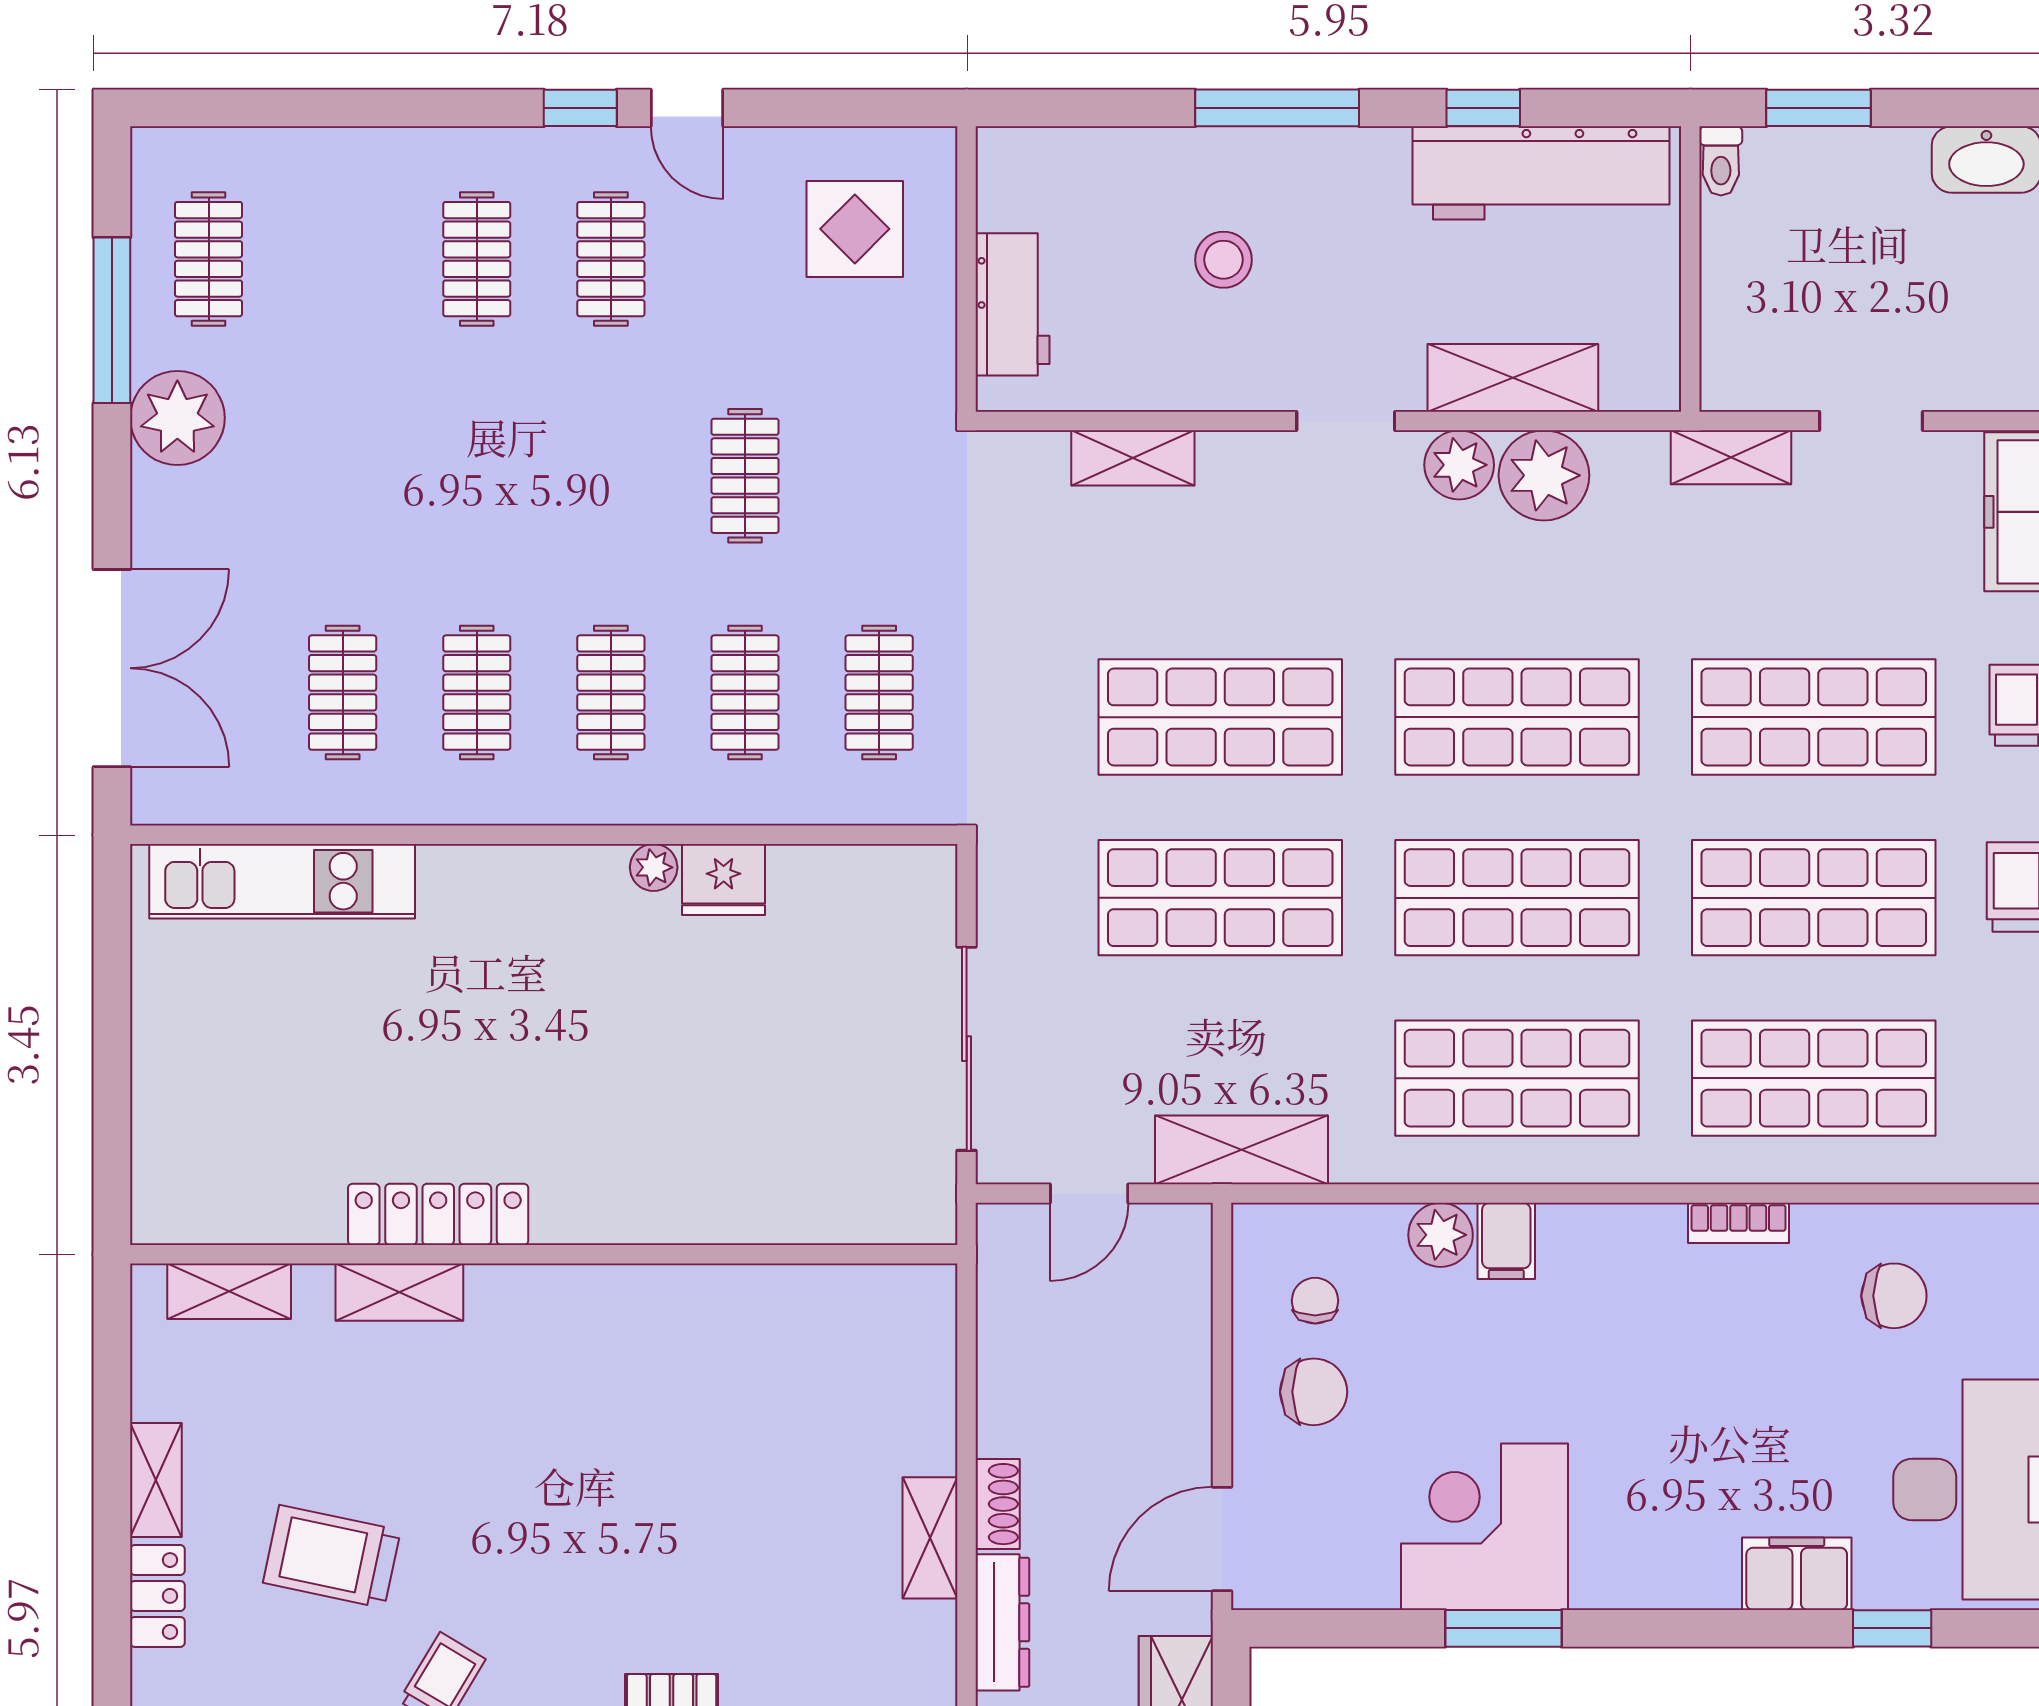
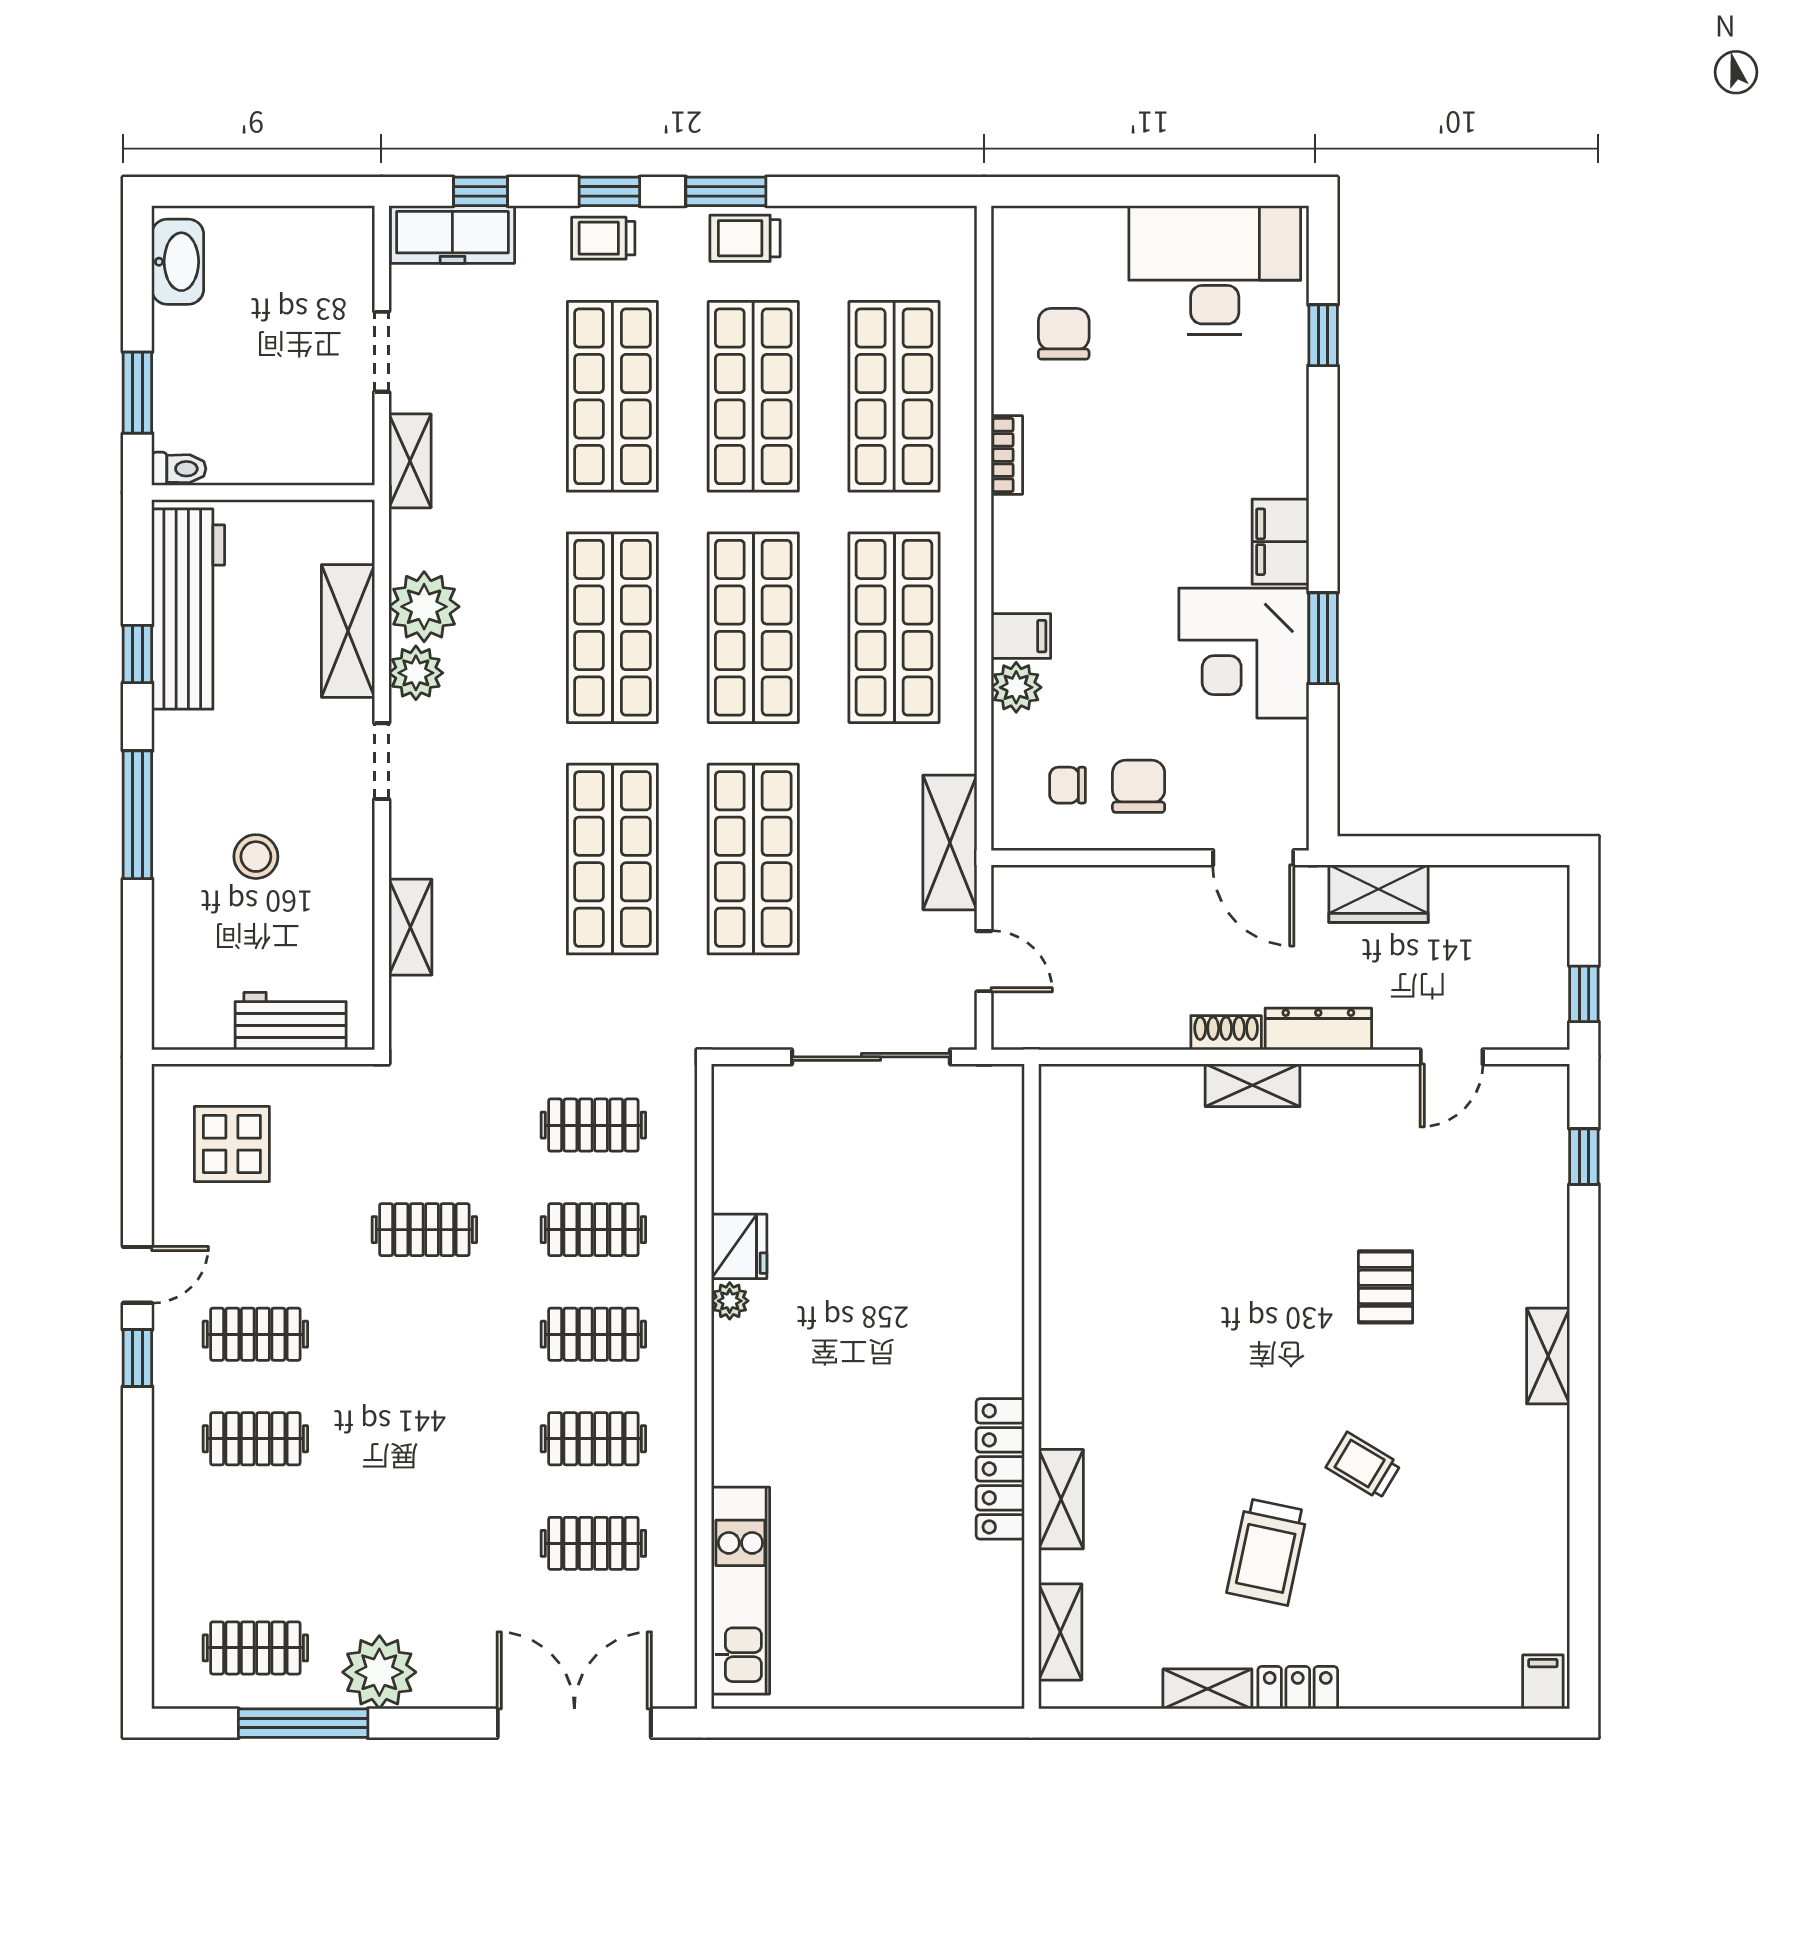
filing cabinet: (1797, 1574) -> (1280, 542), moved

